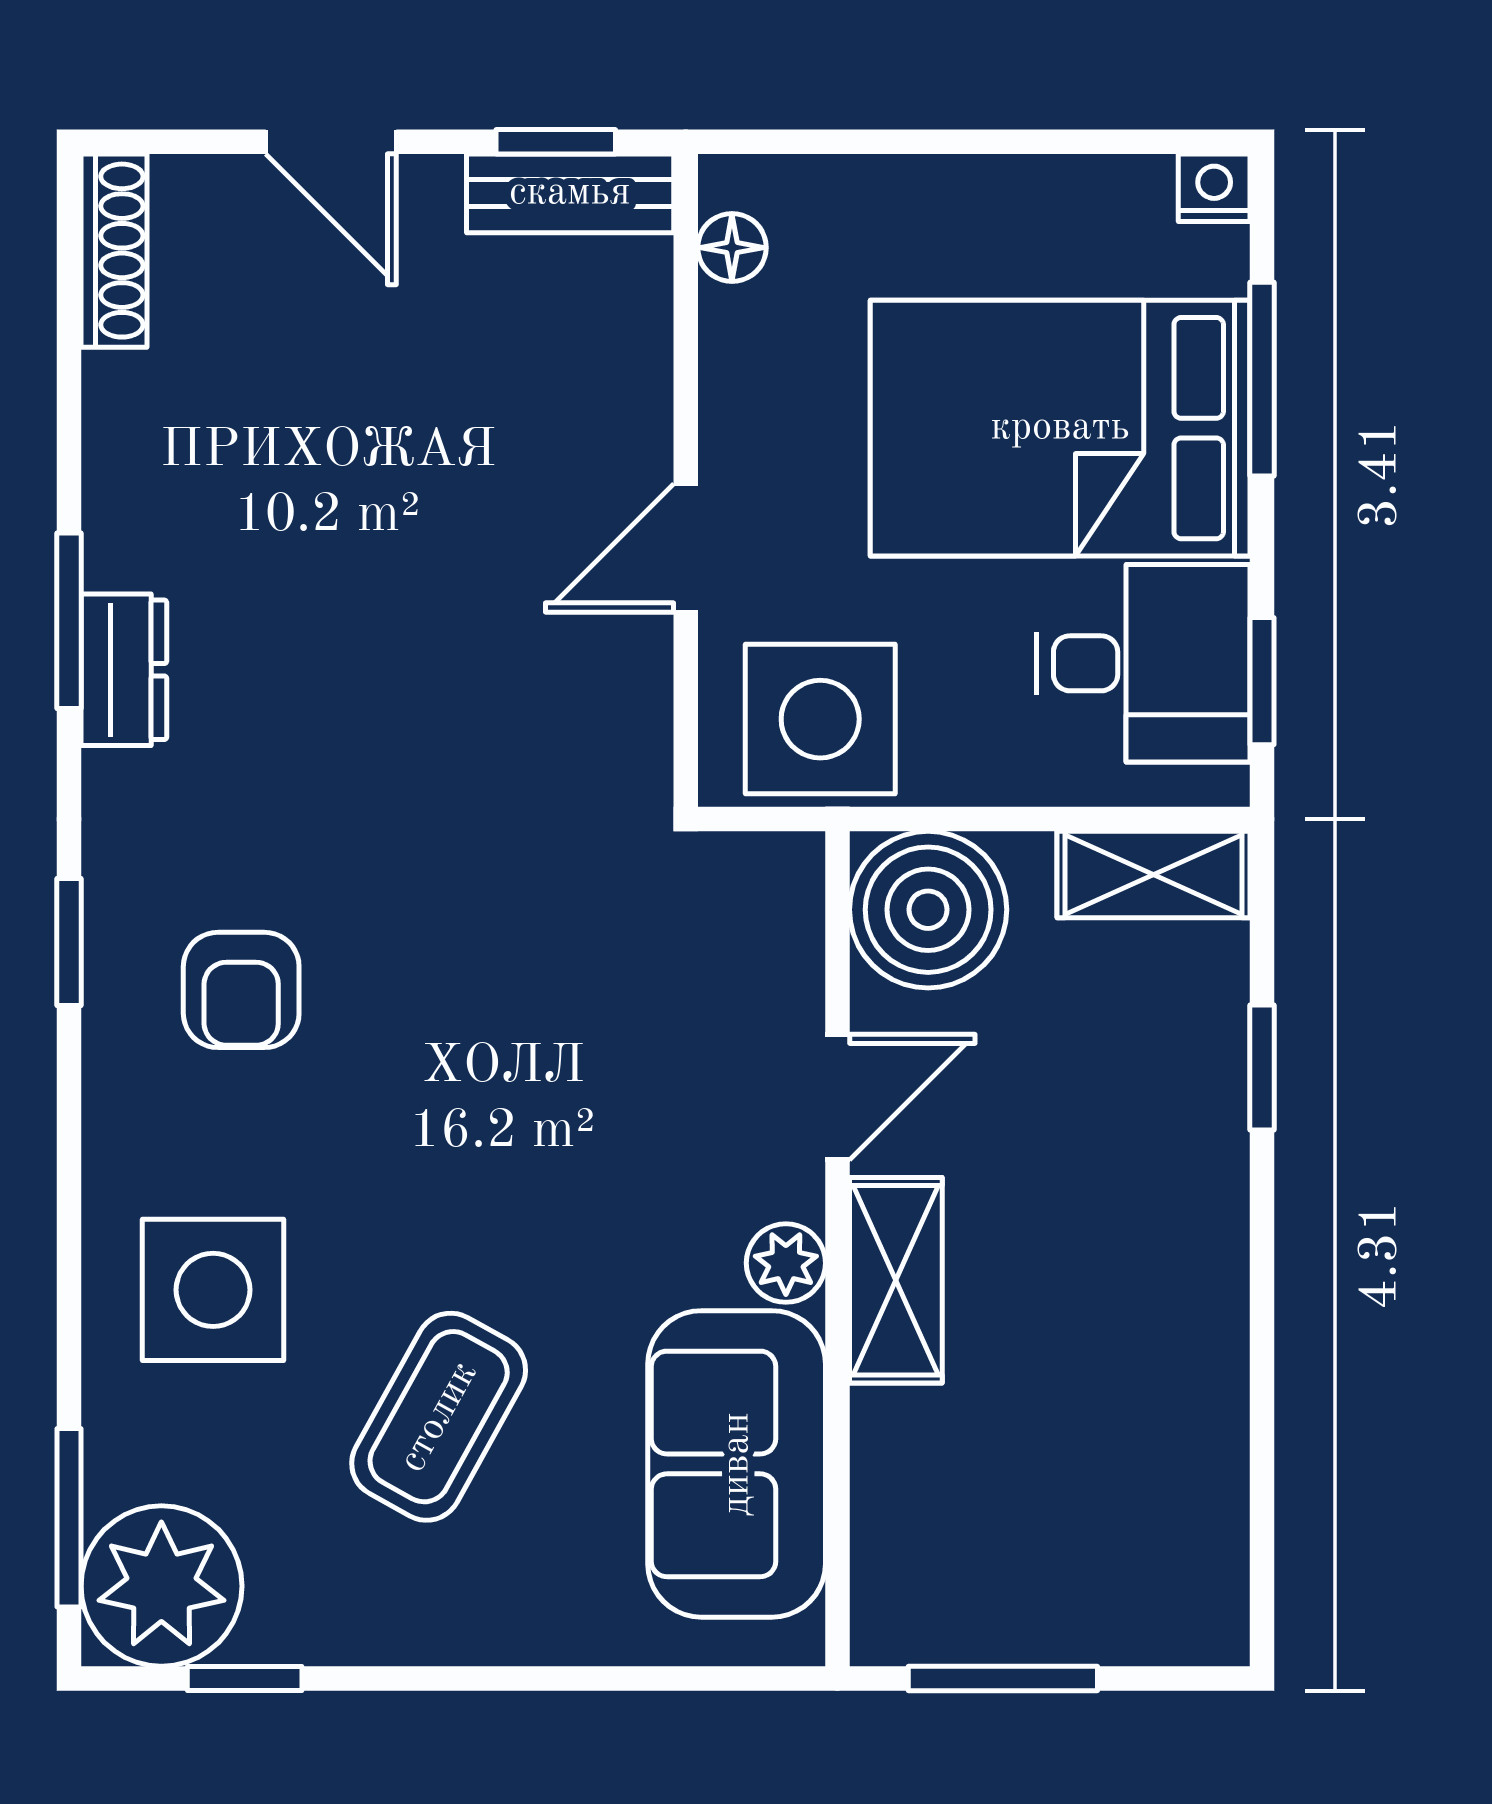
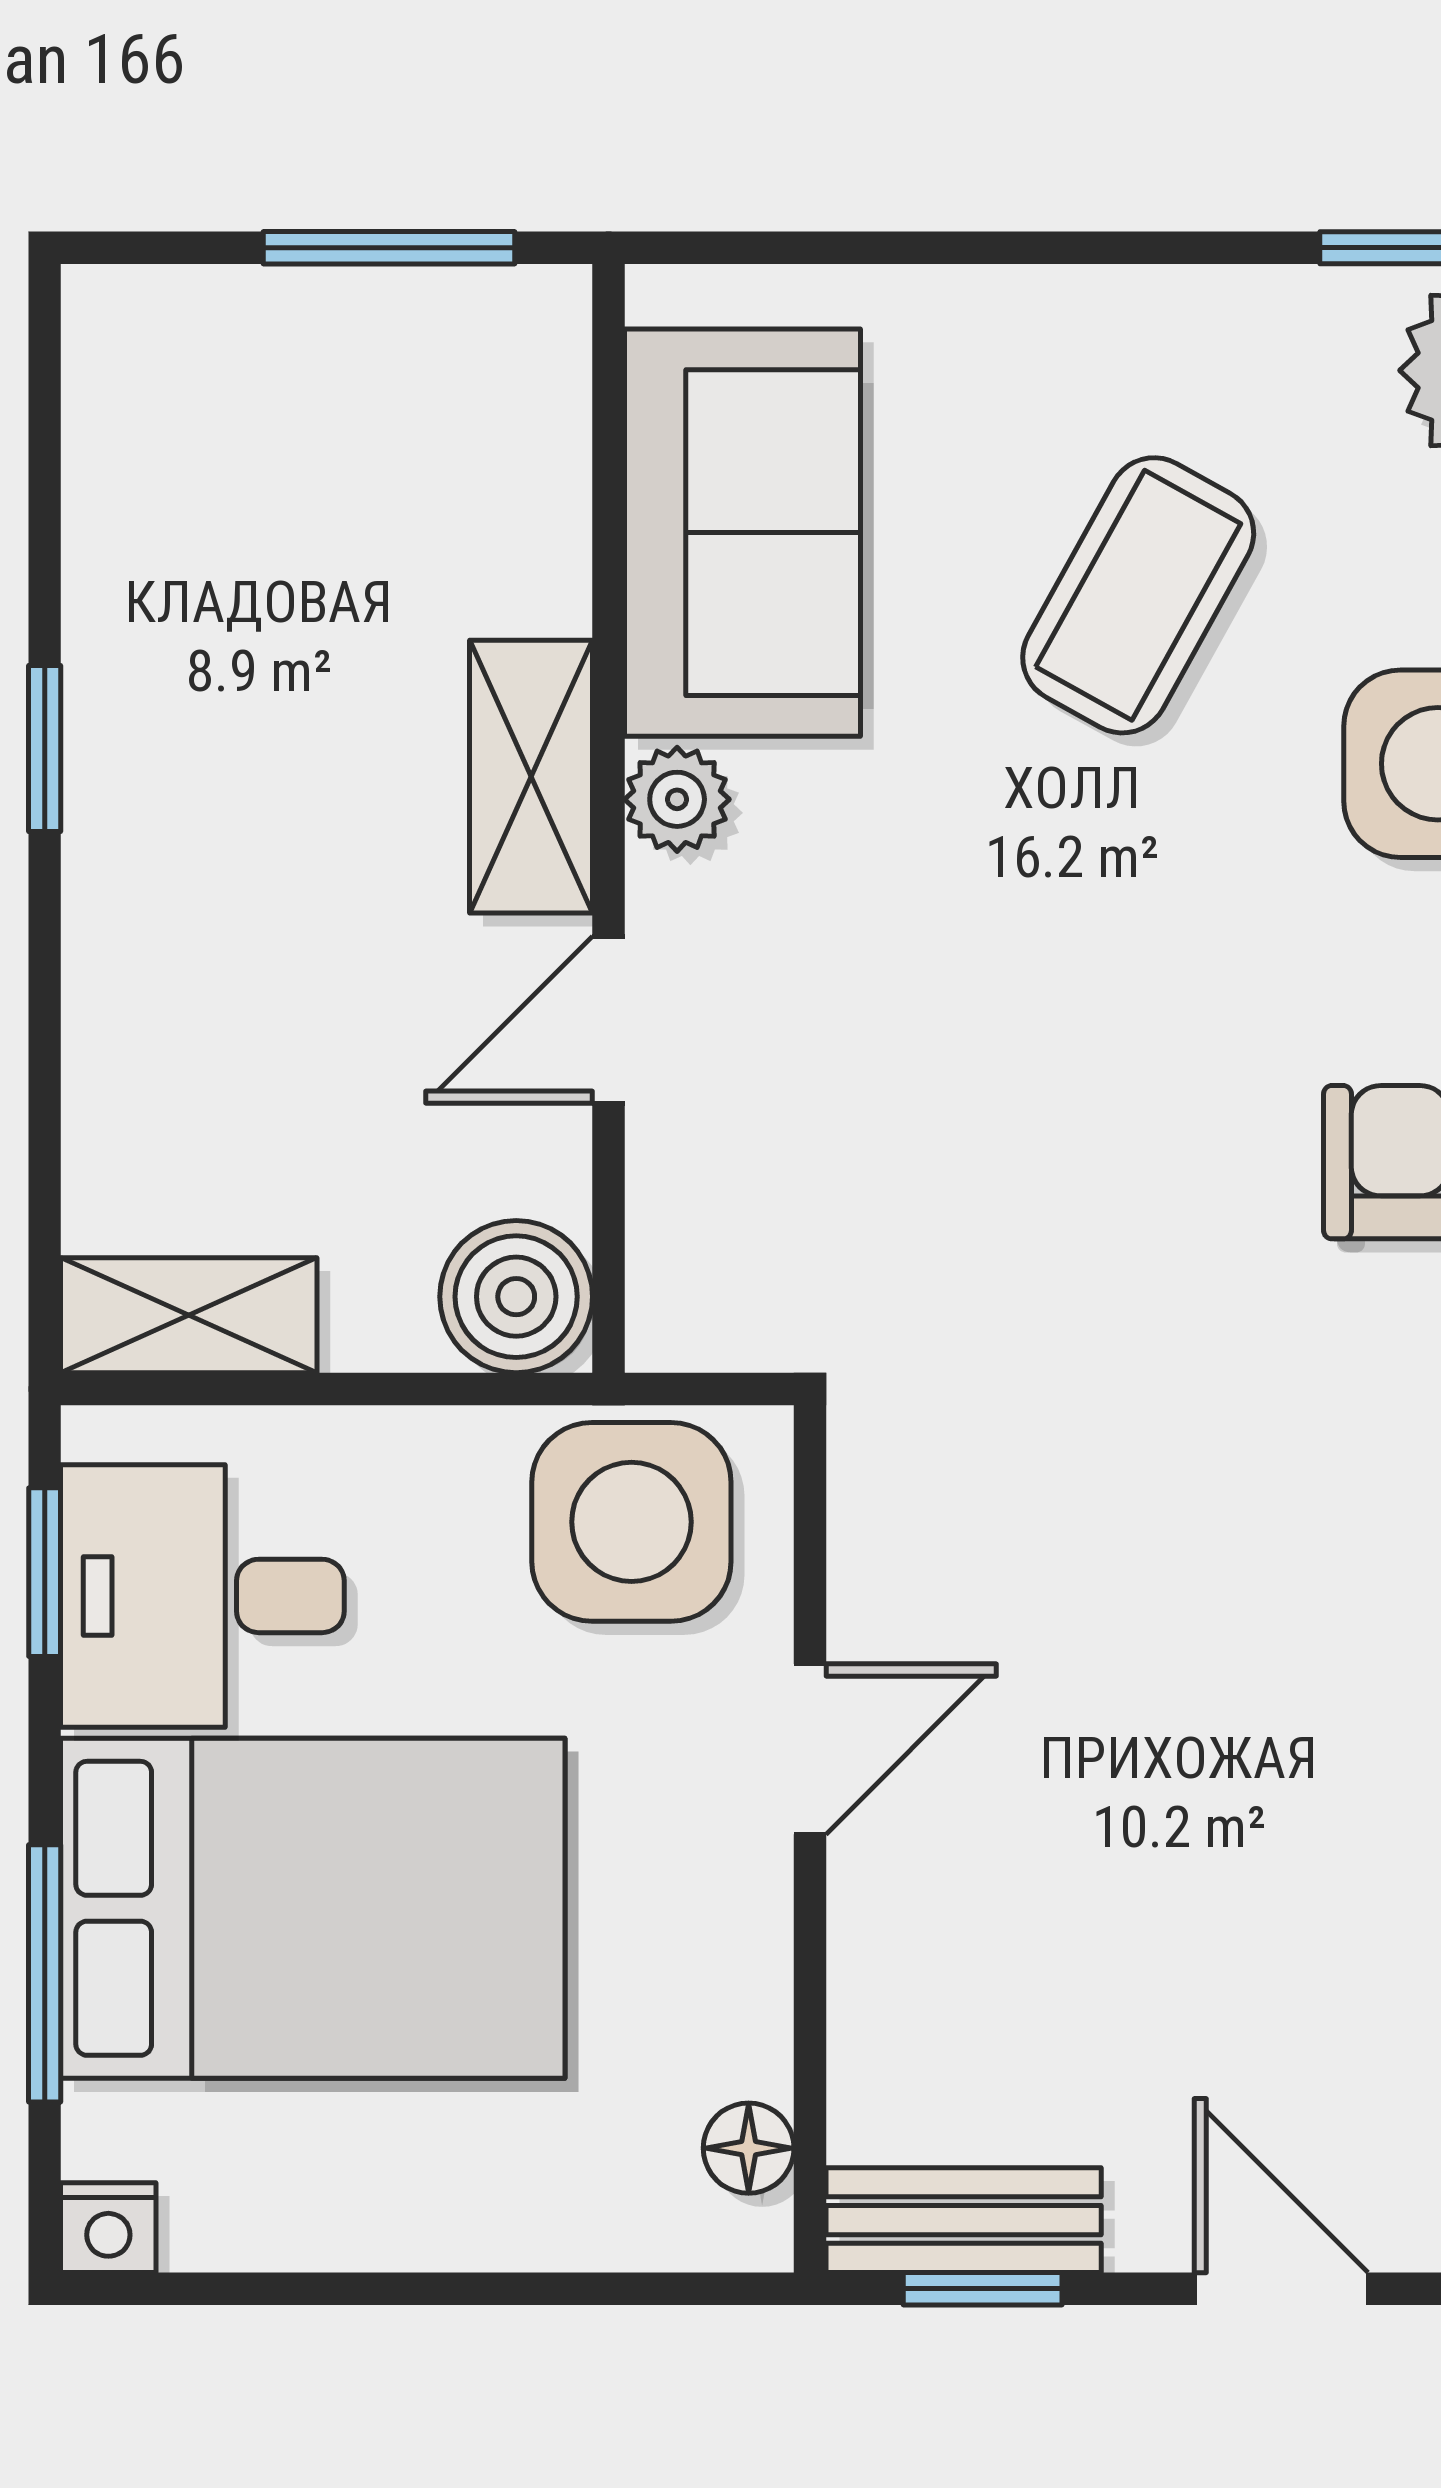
boiler: (928, 910) -> (516, 1297), width x0.73, depth x0.73
window: (1262, 1068) -> (45, 749), moved

